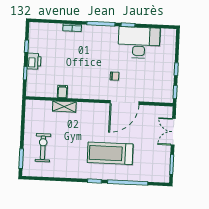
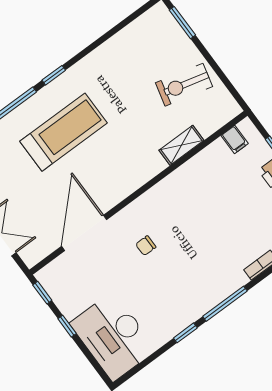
desk: (139, 43) -> (113, 336), moved, turned 90
filing cabinet: (62, 92) -> (235, 140), moved
door: (125, 102) -> (84, 233), moved
exercise bike: (43, 148) -> (184, 85), moved, turned 104

